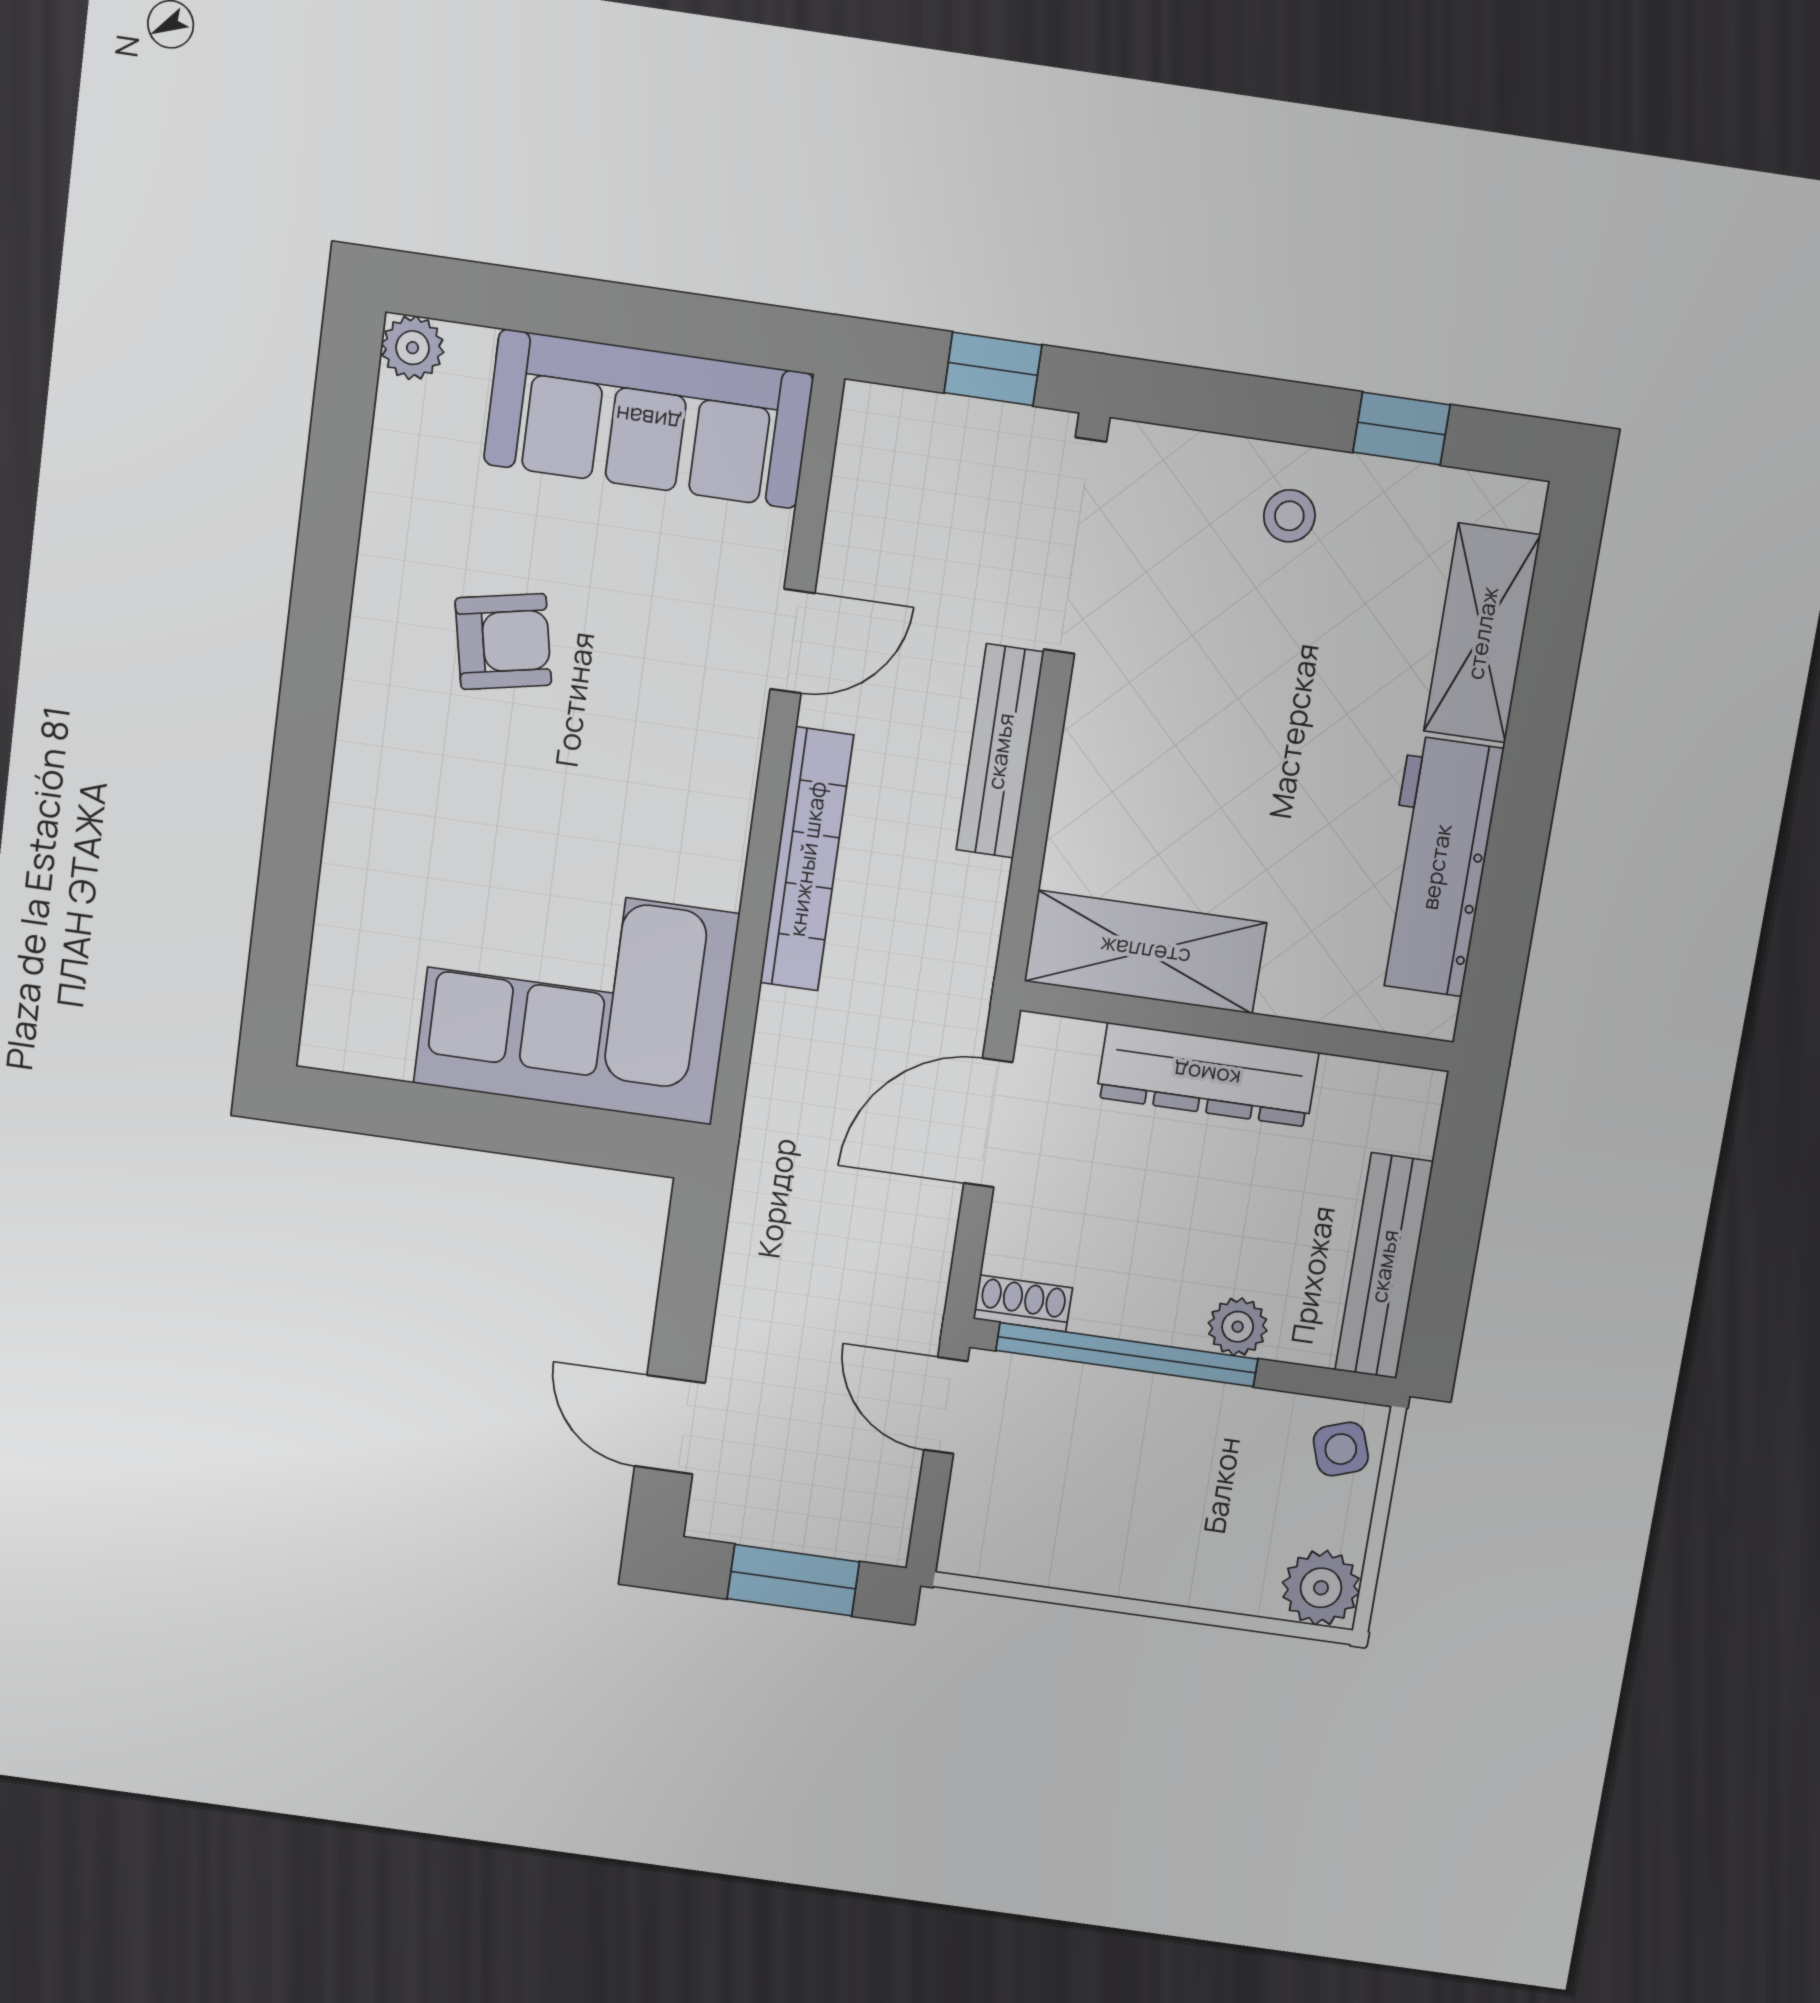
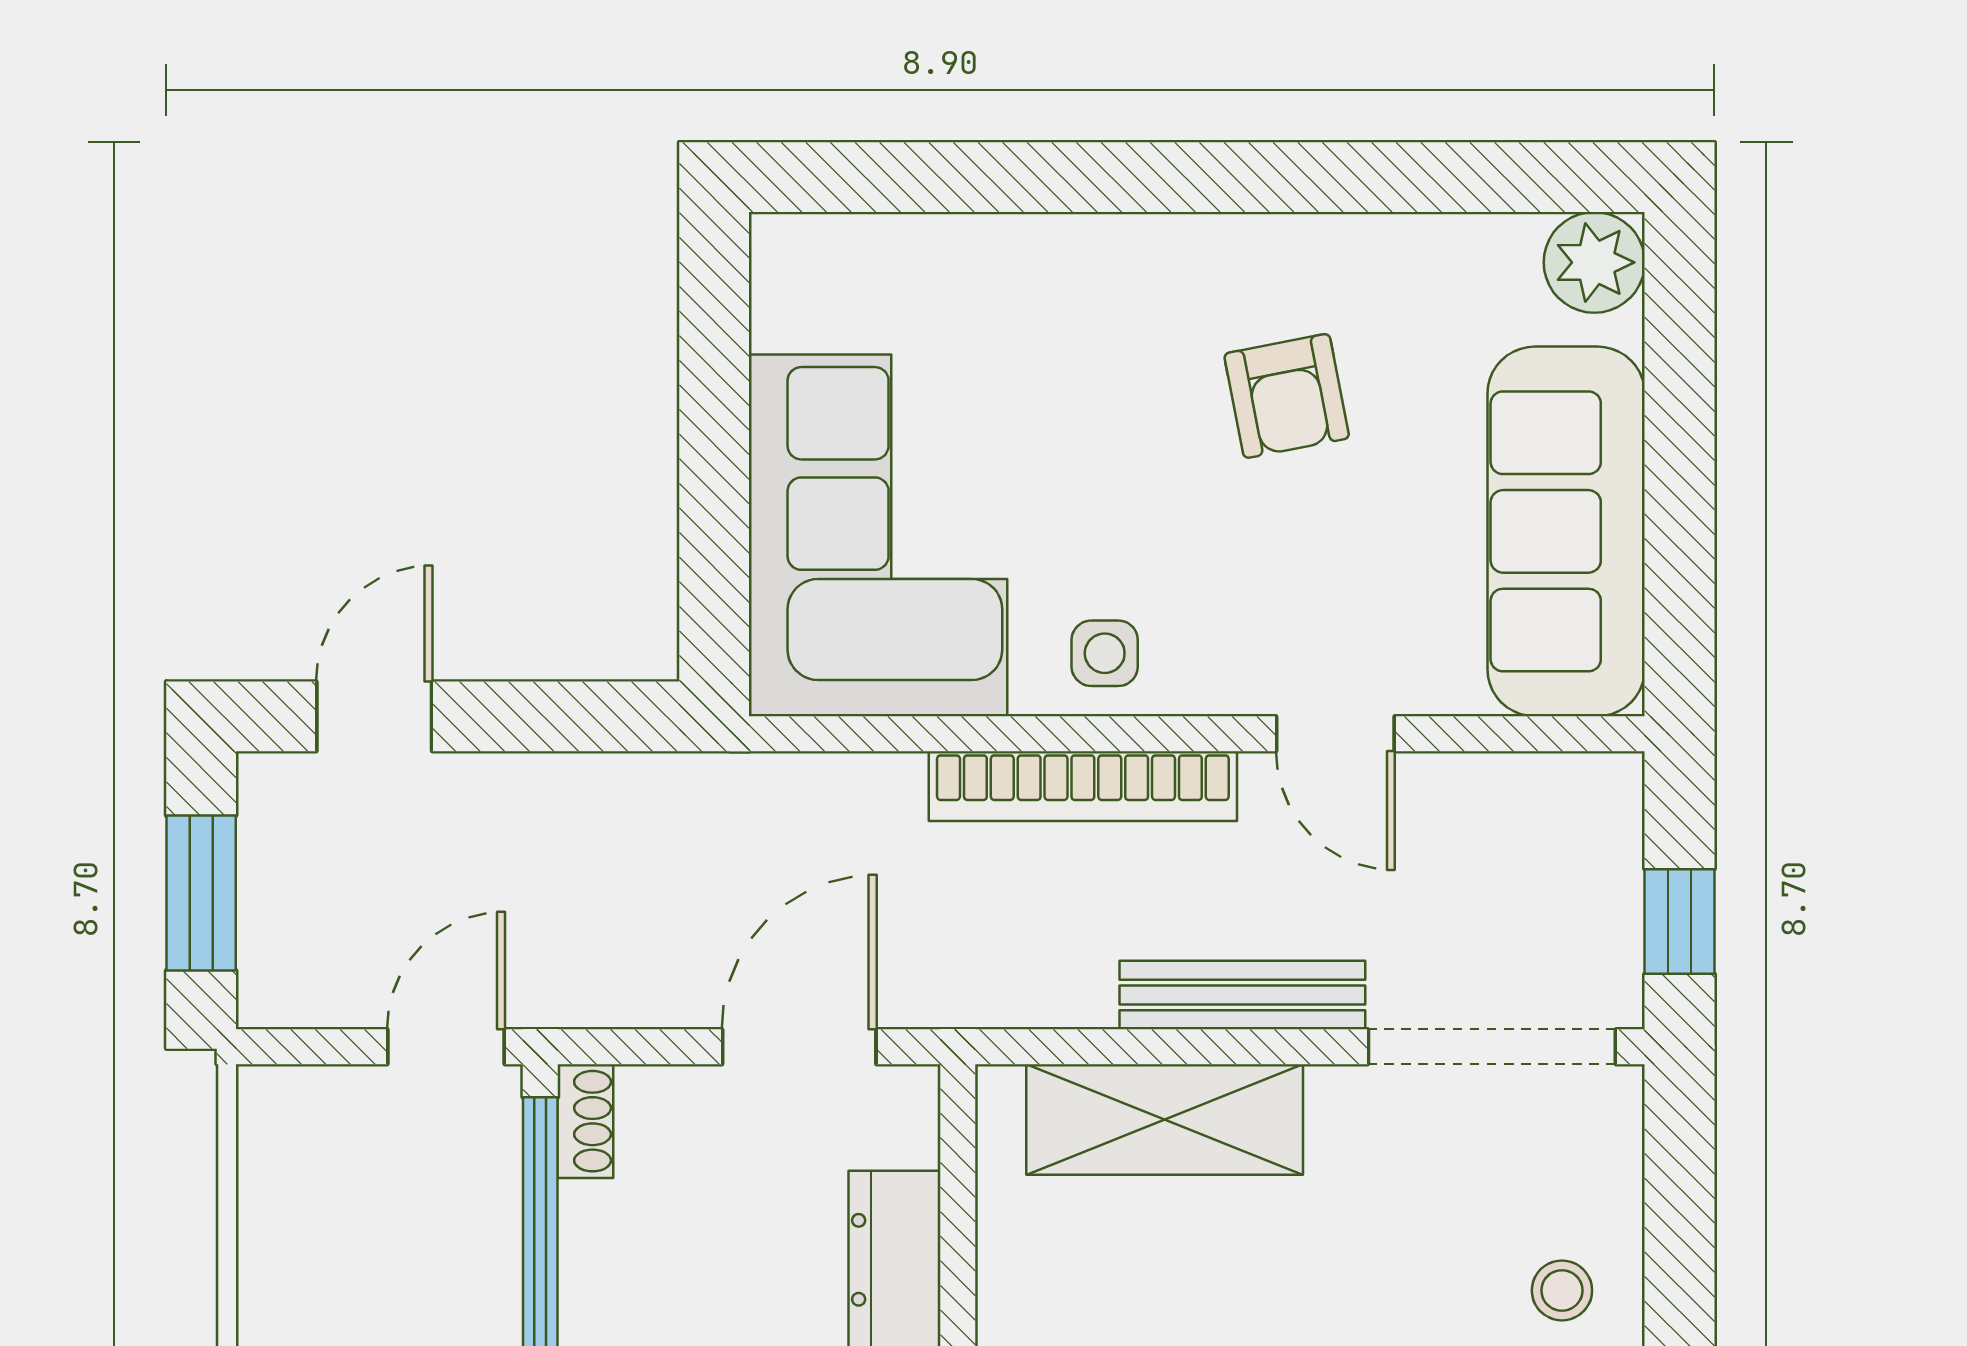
plant: (413, 348) -> (1594, 262), width x1.38, depth x1.38
side table: (699, 825) -> (1105, 653), added
shelving: (1145, 952) -> (1165, 1120), moved, turned 90
door: (988, 1123) -> (799, 1047), hinge flipped

